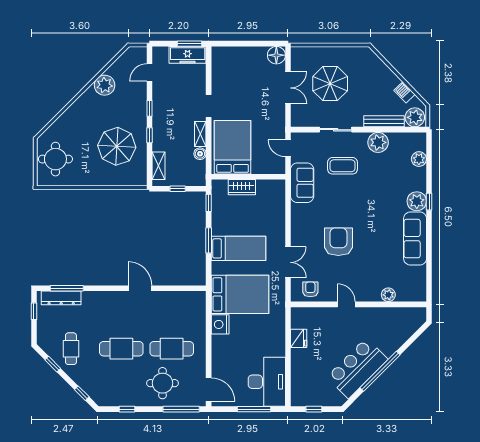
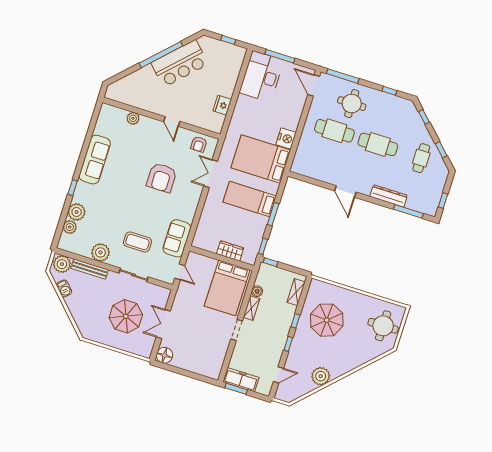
window: (178, 189) -> (271, 262), moved
plant: (417, 201) -> (77, 212), moved
dresser: (61, 298) -> (389, 196), moved

